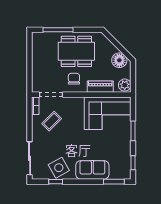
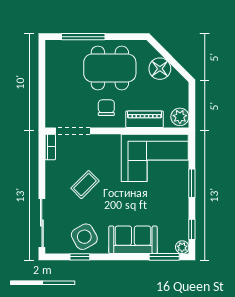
floor lamp: (119, 60) -> (160, 69), moved
coffee table: (52, 121) -> (85, 185), moved
plant: (126, 175) -> (182, 247), added

